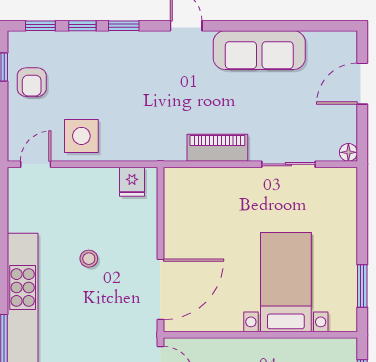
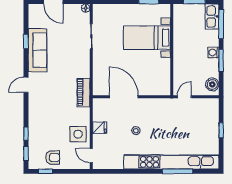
window: (124, 26) -> (26, 41), moved
piano: (217, 148) -> (84, 93), moved
fridge: (132, 182) -> (100, 128), moved
door: (160, 289) -> (124, 97), moved

